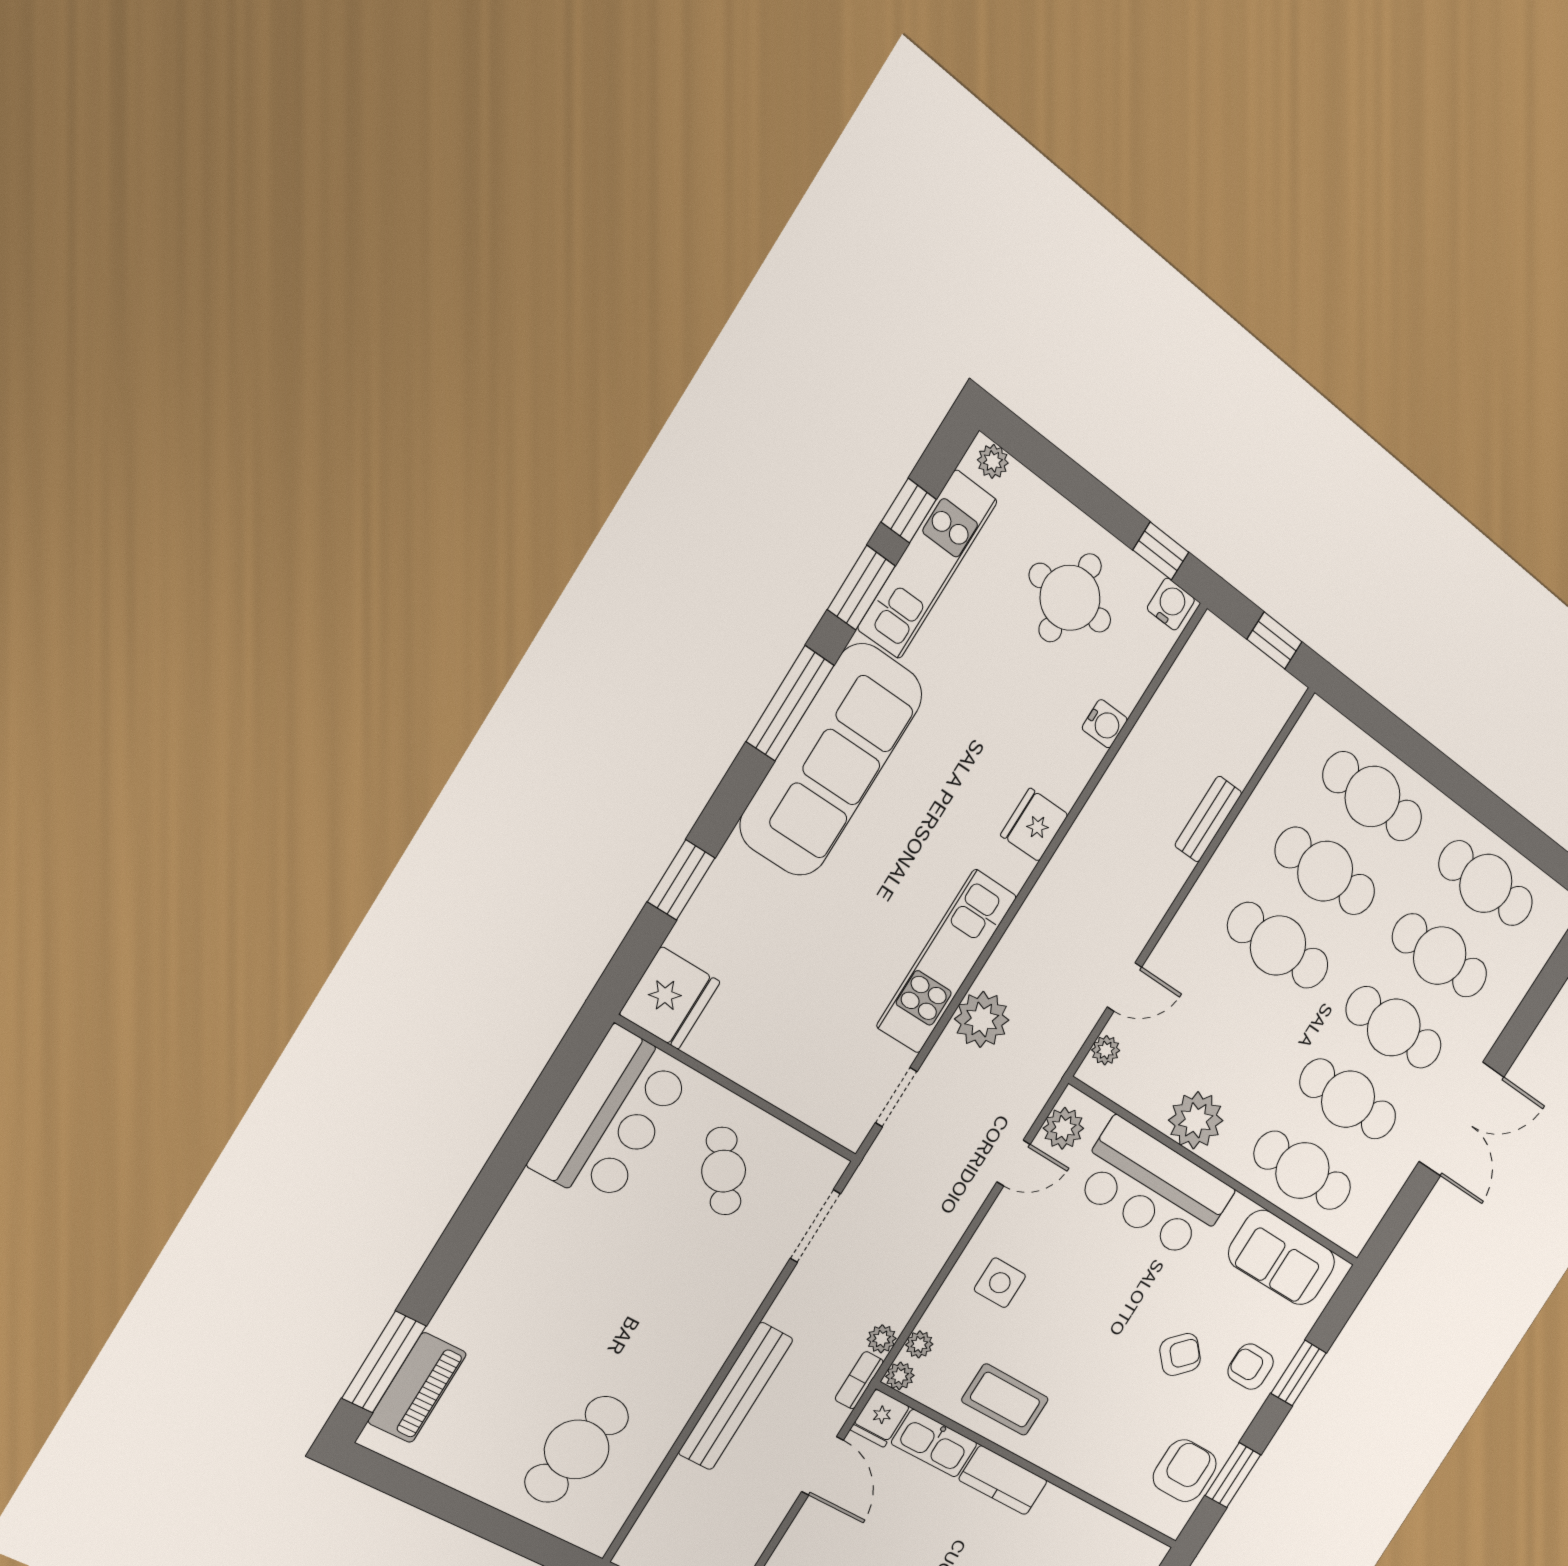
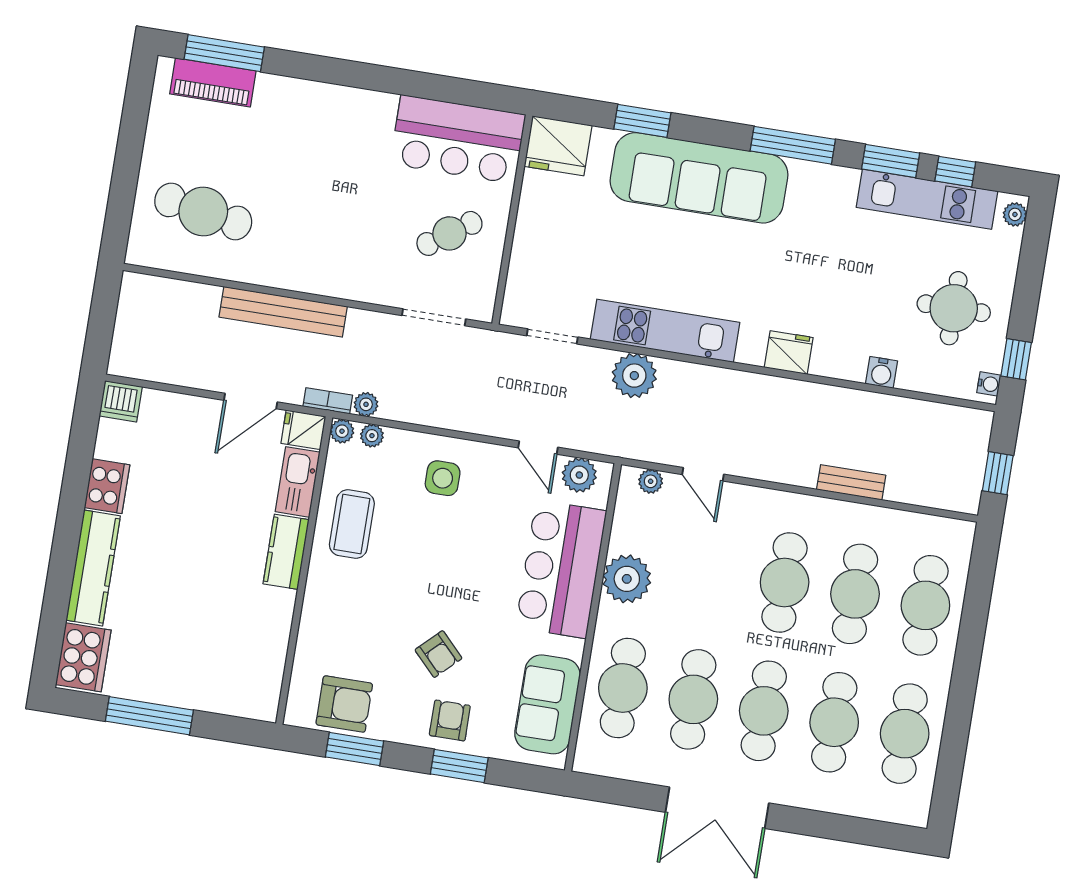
water cooler: (1171, 604) -> (989, 384), width x0.72, depth x0.72
sofa: (831, 760) -> (699, 178), moved

